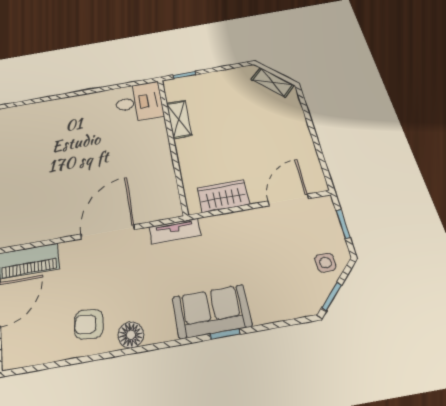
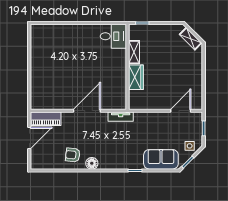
wardrobe: (223, 196) -> (136, 77), moved, turned 90
sofa: (212, 312) -> (161, 159), moved

